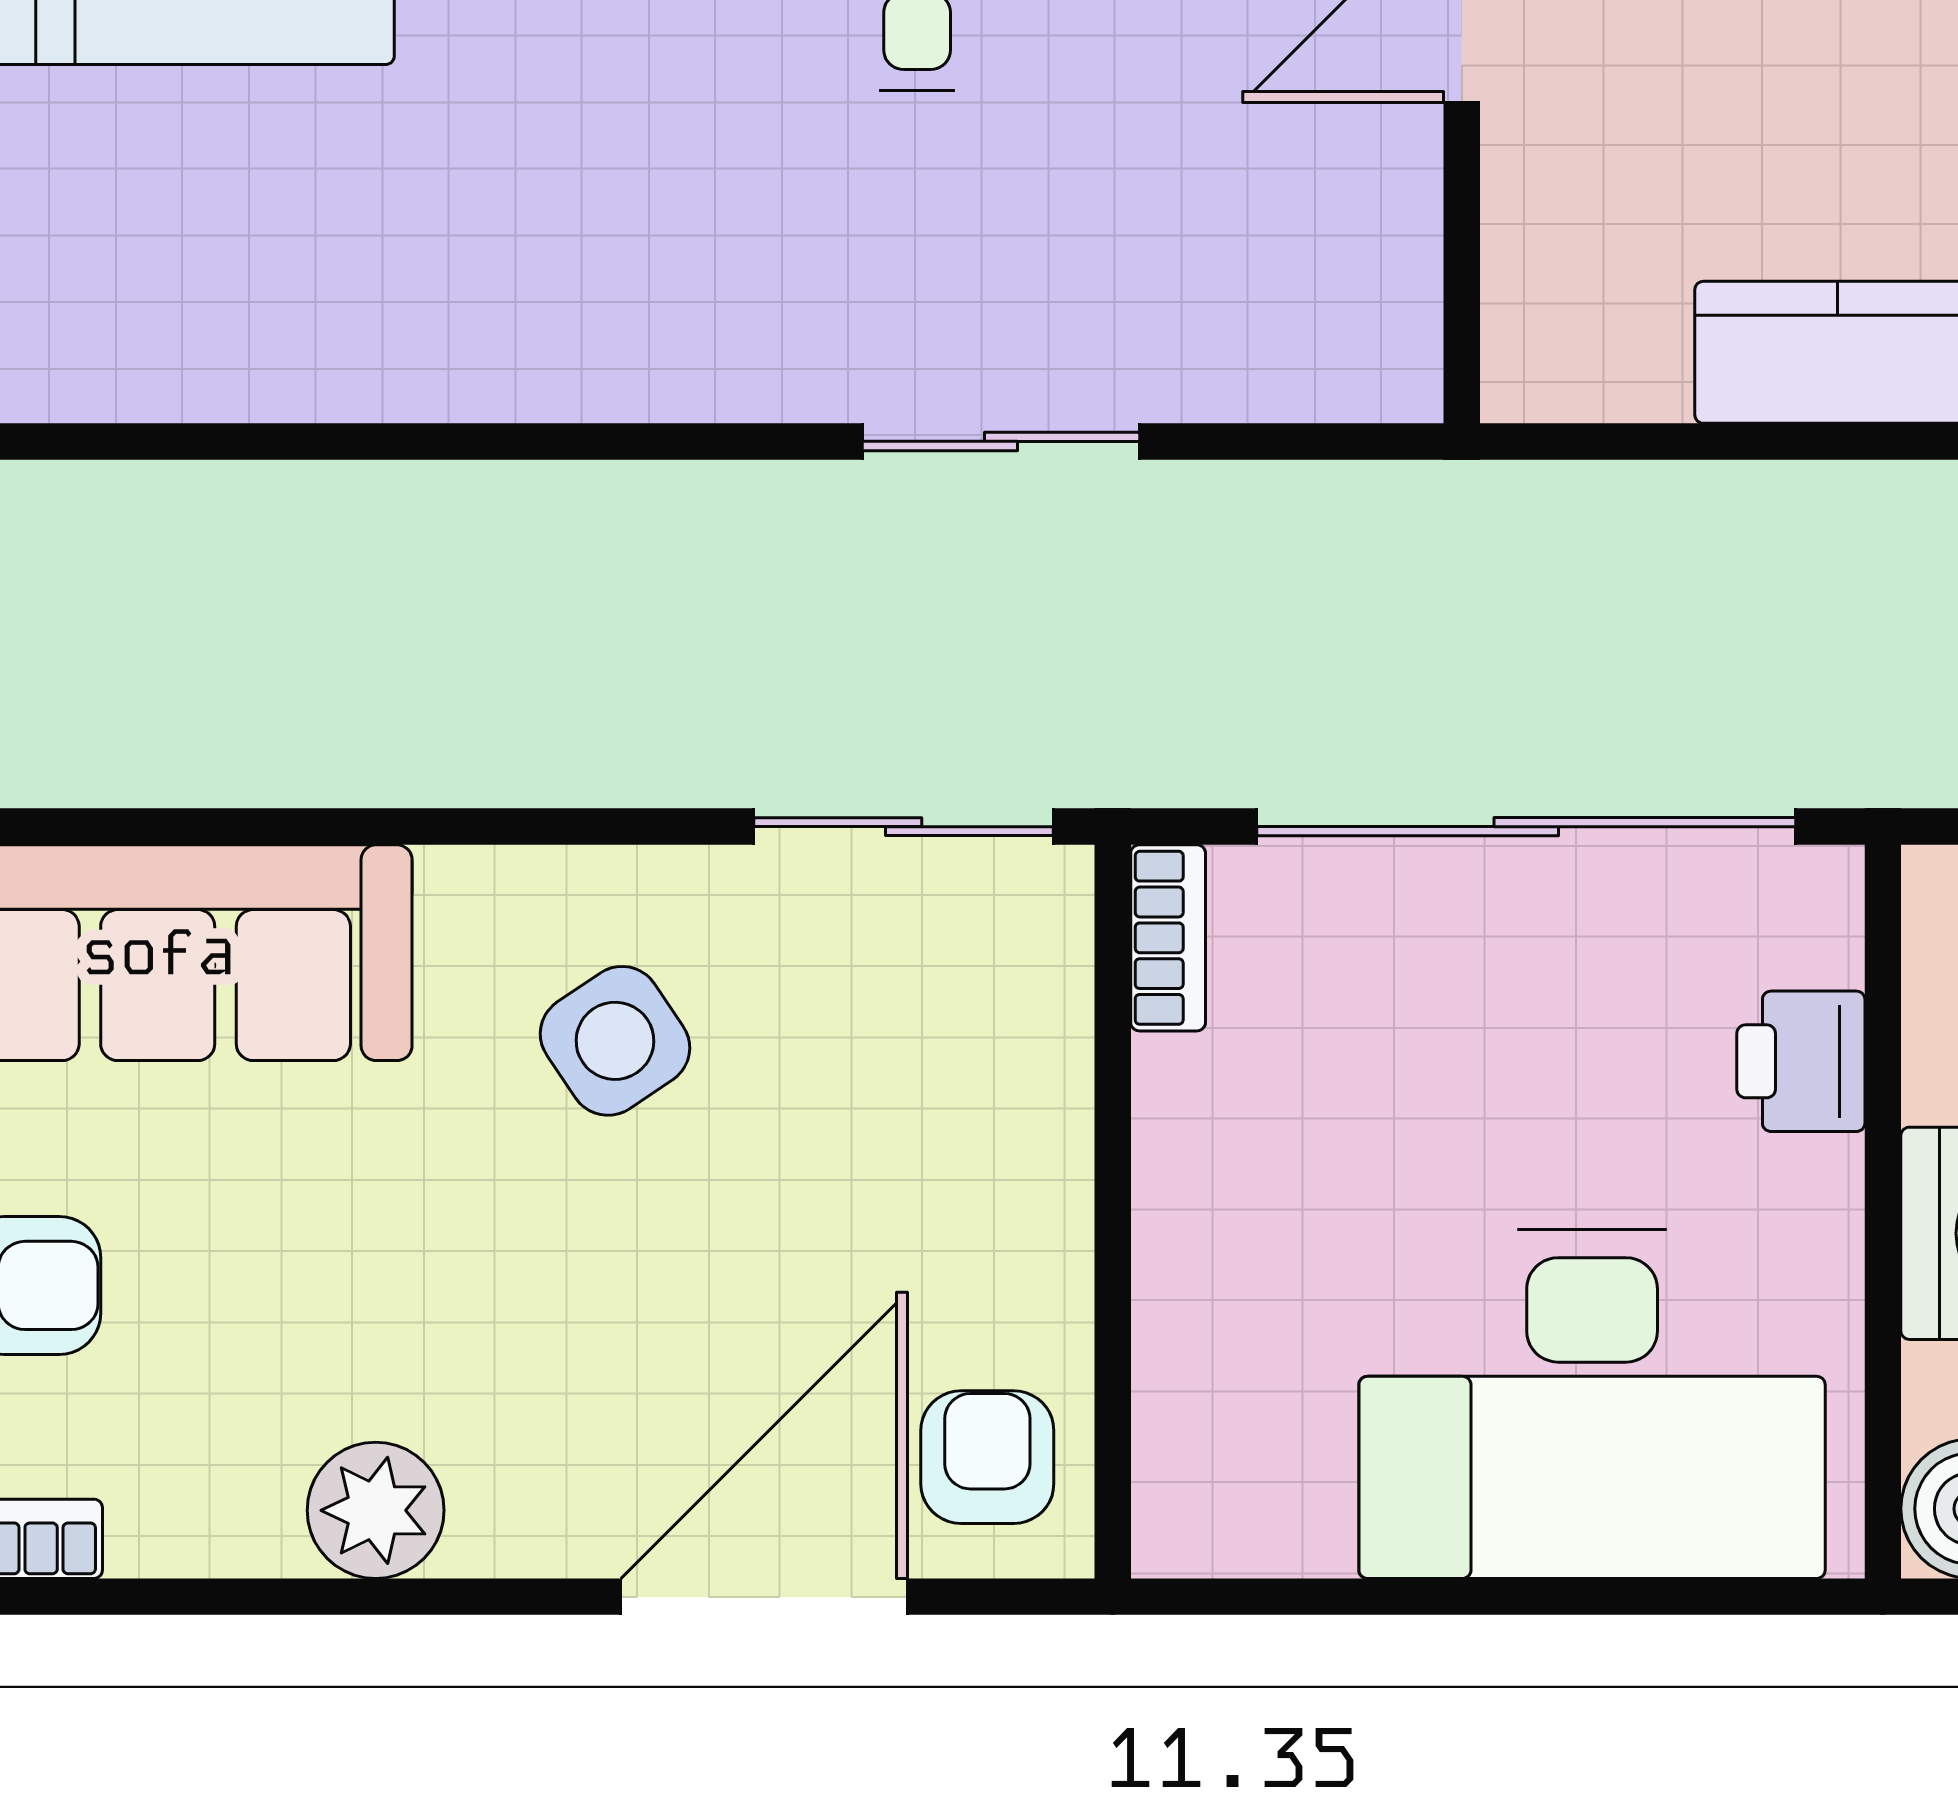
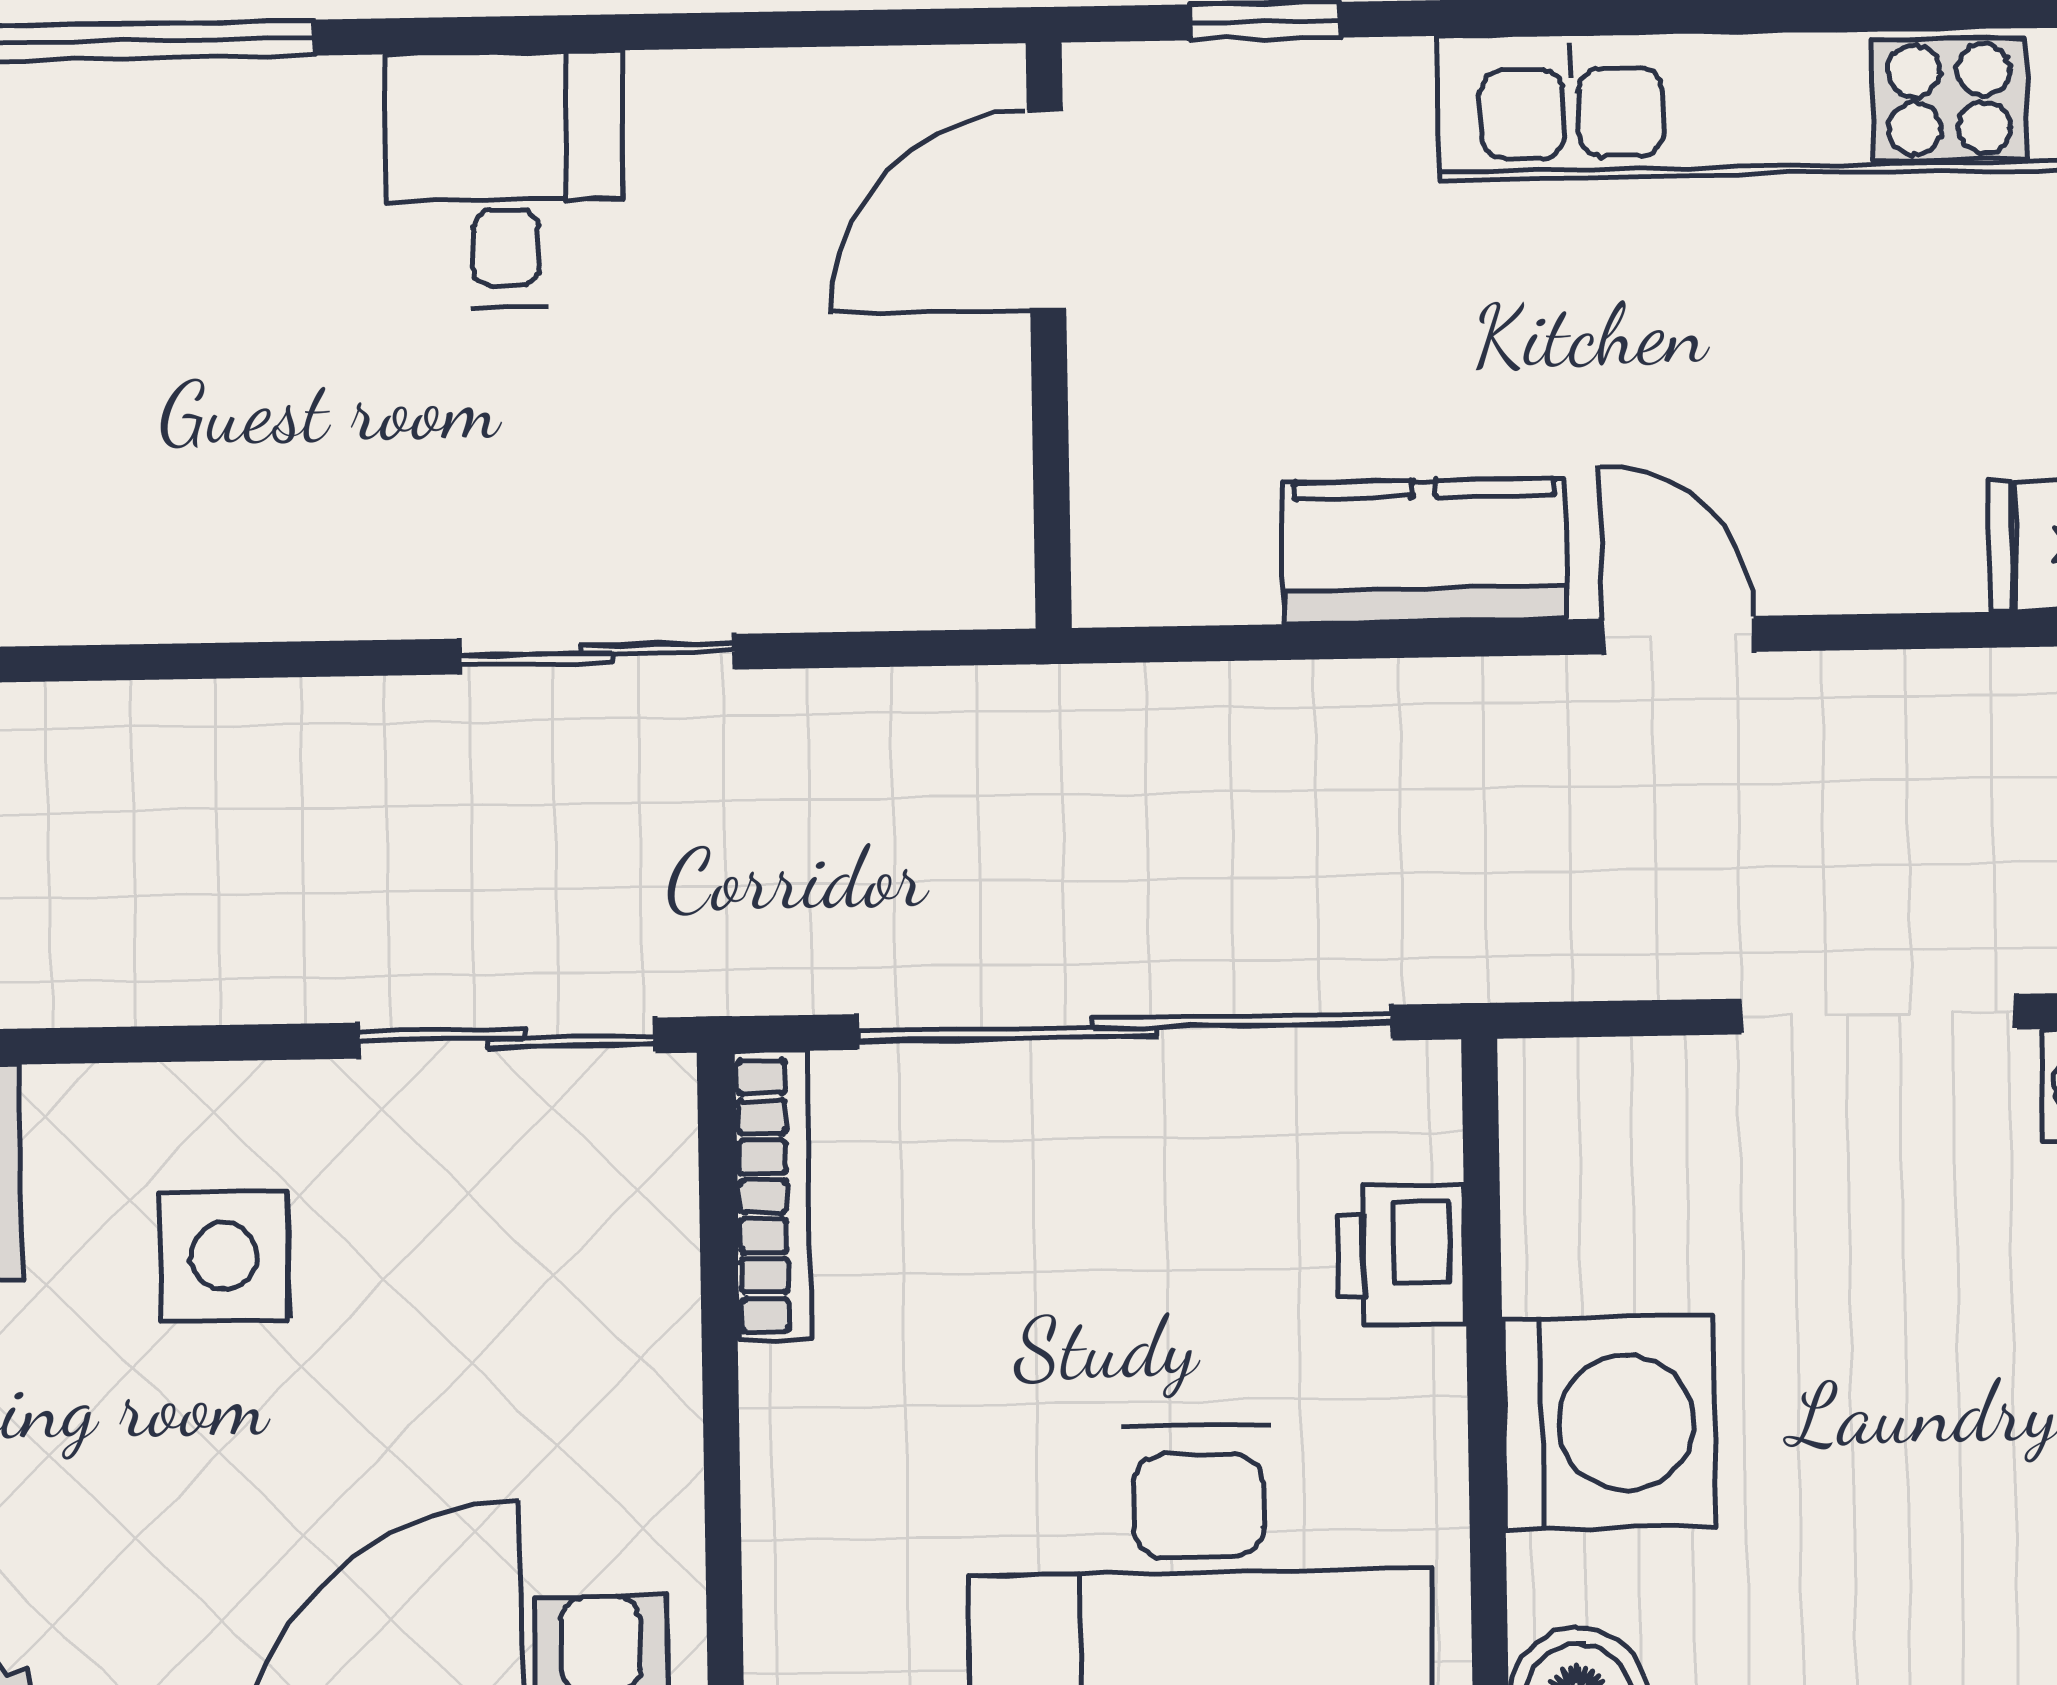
bookcase: (1168, 938) -> (772, 1196), width x1.56
side table: (615, 1041) -> (224, 1256), turned 34

